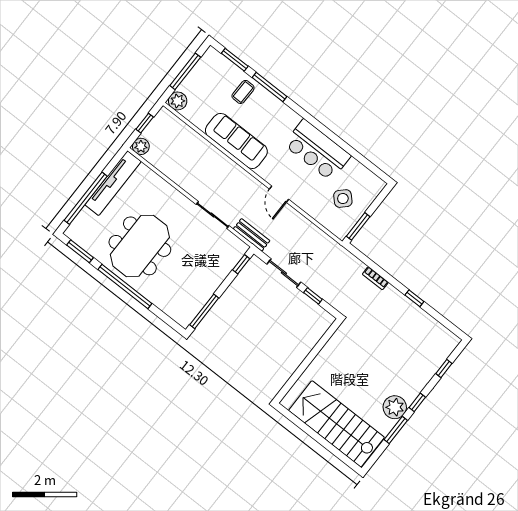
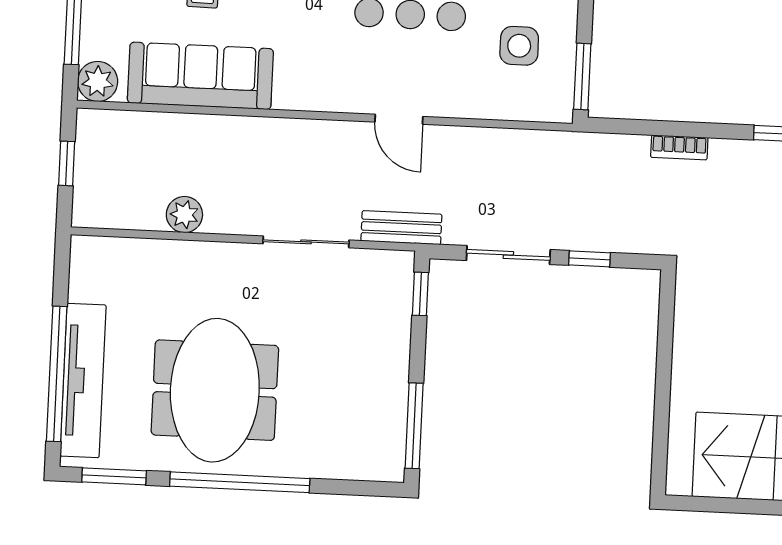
sofa: (236, 141) -> (200, 76), moved
plant: (141, 146) -> (184, 215), moved
tv unit: (113, 183) -> (83, 381), moved
side table: (343, 199) -> (519, 46), turned 45

